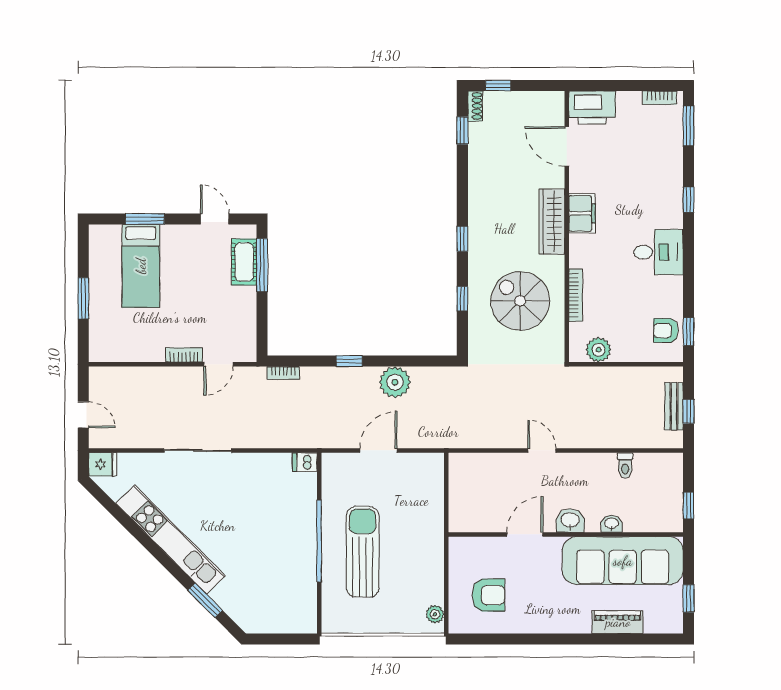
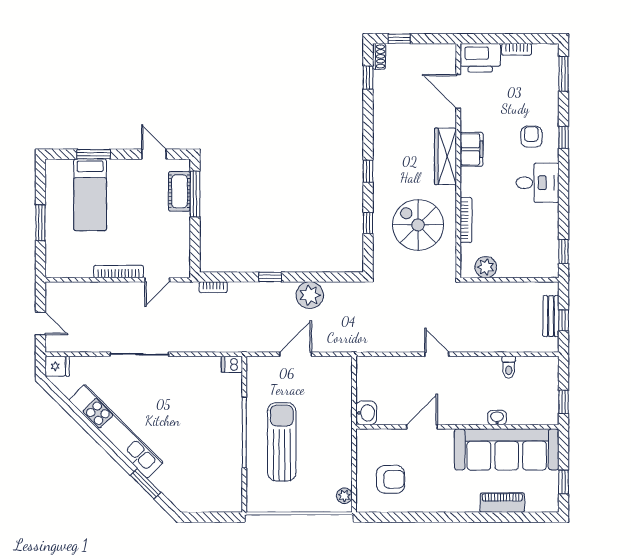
bookcase: (660, 98) -> (517, 49), moved
armchair: (666, 331) -> (531, 137), moved, turned 90
bookcase: (184, 355) -> (119, 272), width x1.56
washbasin: (570, 520) -> (366, 413), moved, turned 90

